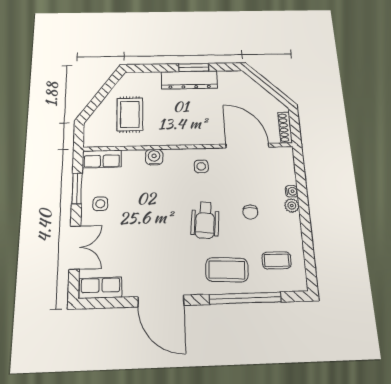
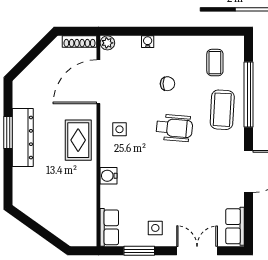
rug: (130, 114) -> (78, 140), moved, turned 90
plant: (292, 206) -> (107, 43), moved

